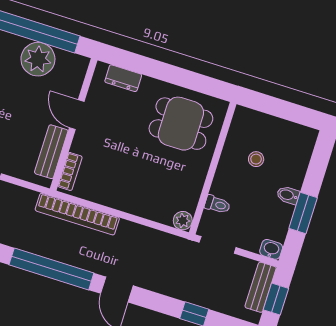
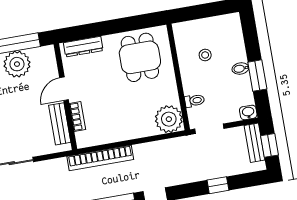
dresser: (123, 78) -> (83, 47), width x1.44
door: (77, 115) -> (64, 89), hinge flipped
dining table: (181, 124) -> (140, 57), turned 90
bookcase: (70, 171) -> (77, 117), moved
plant: (183, 221) -> (169, 119), width x1.88, depth x1.88

